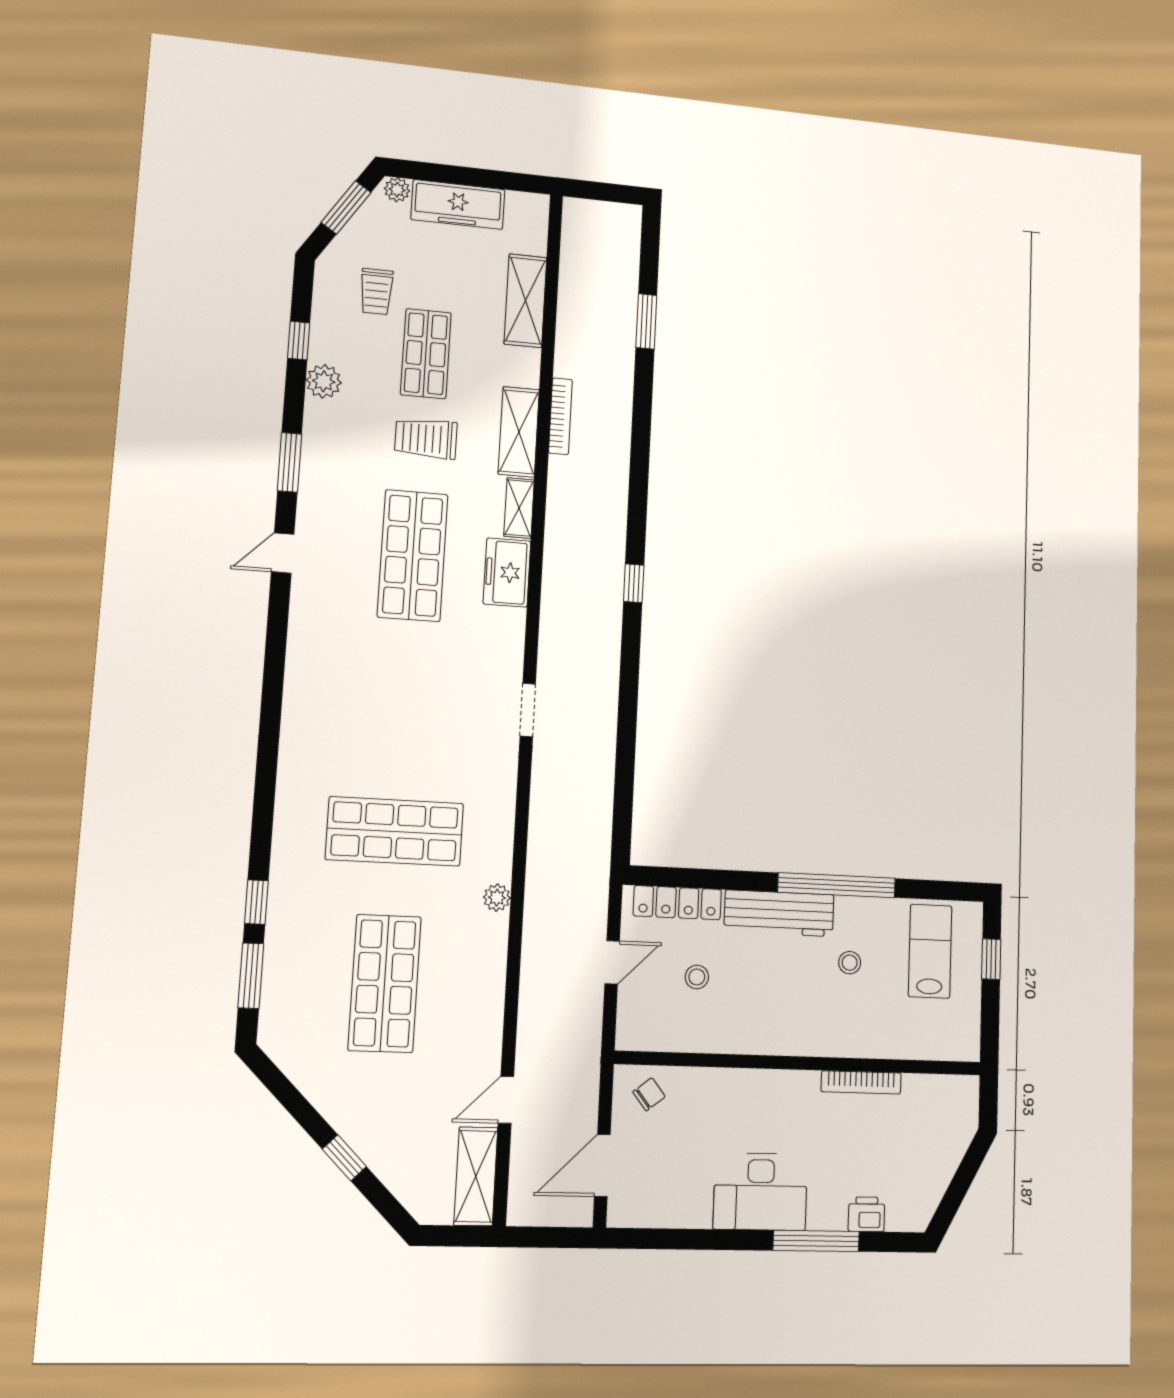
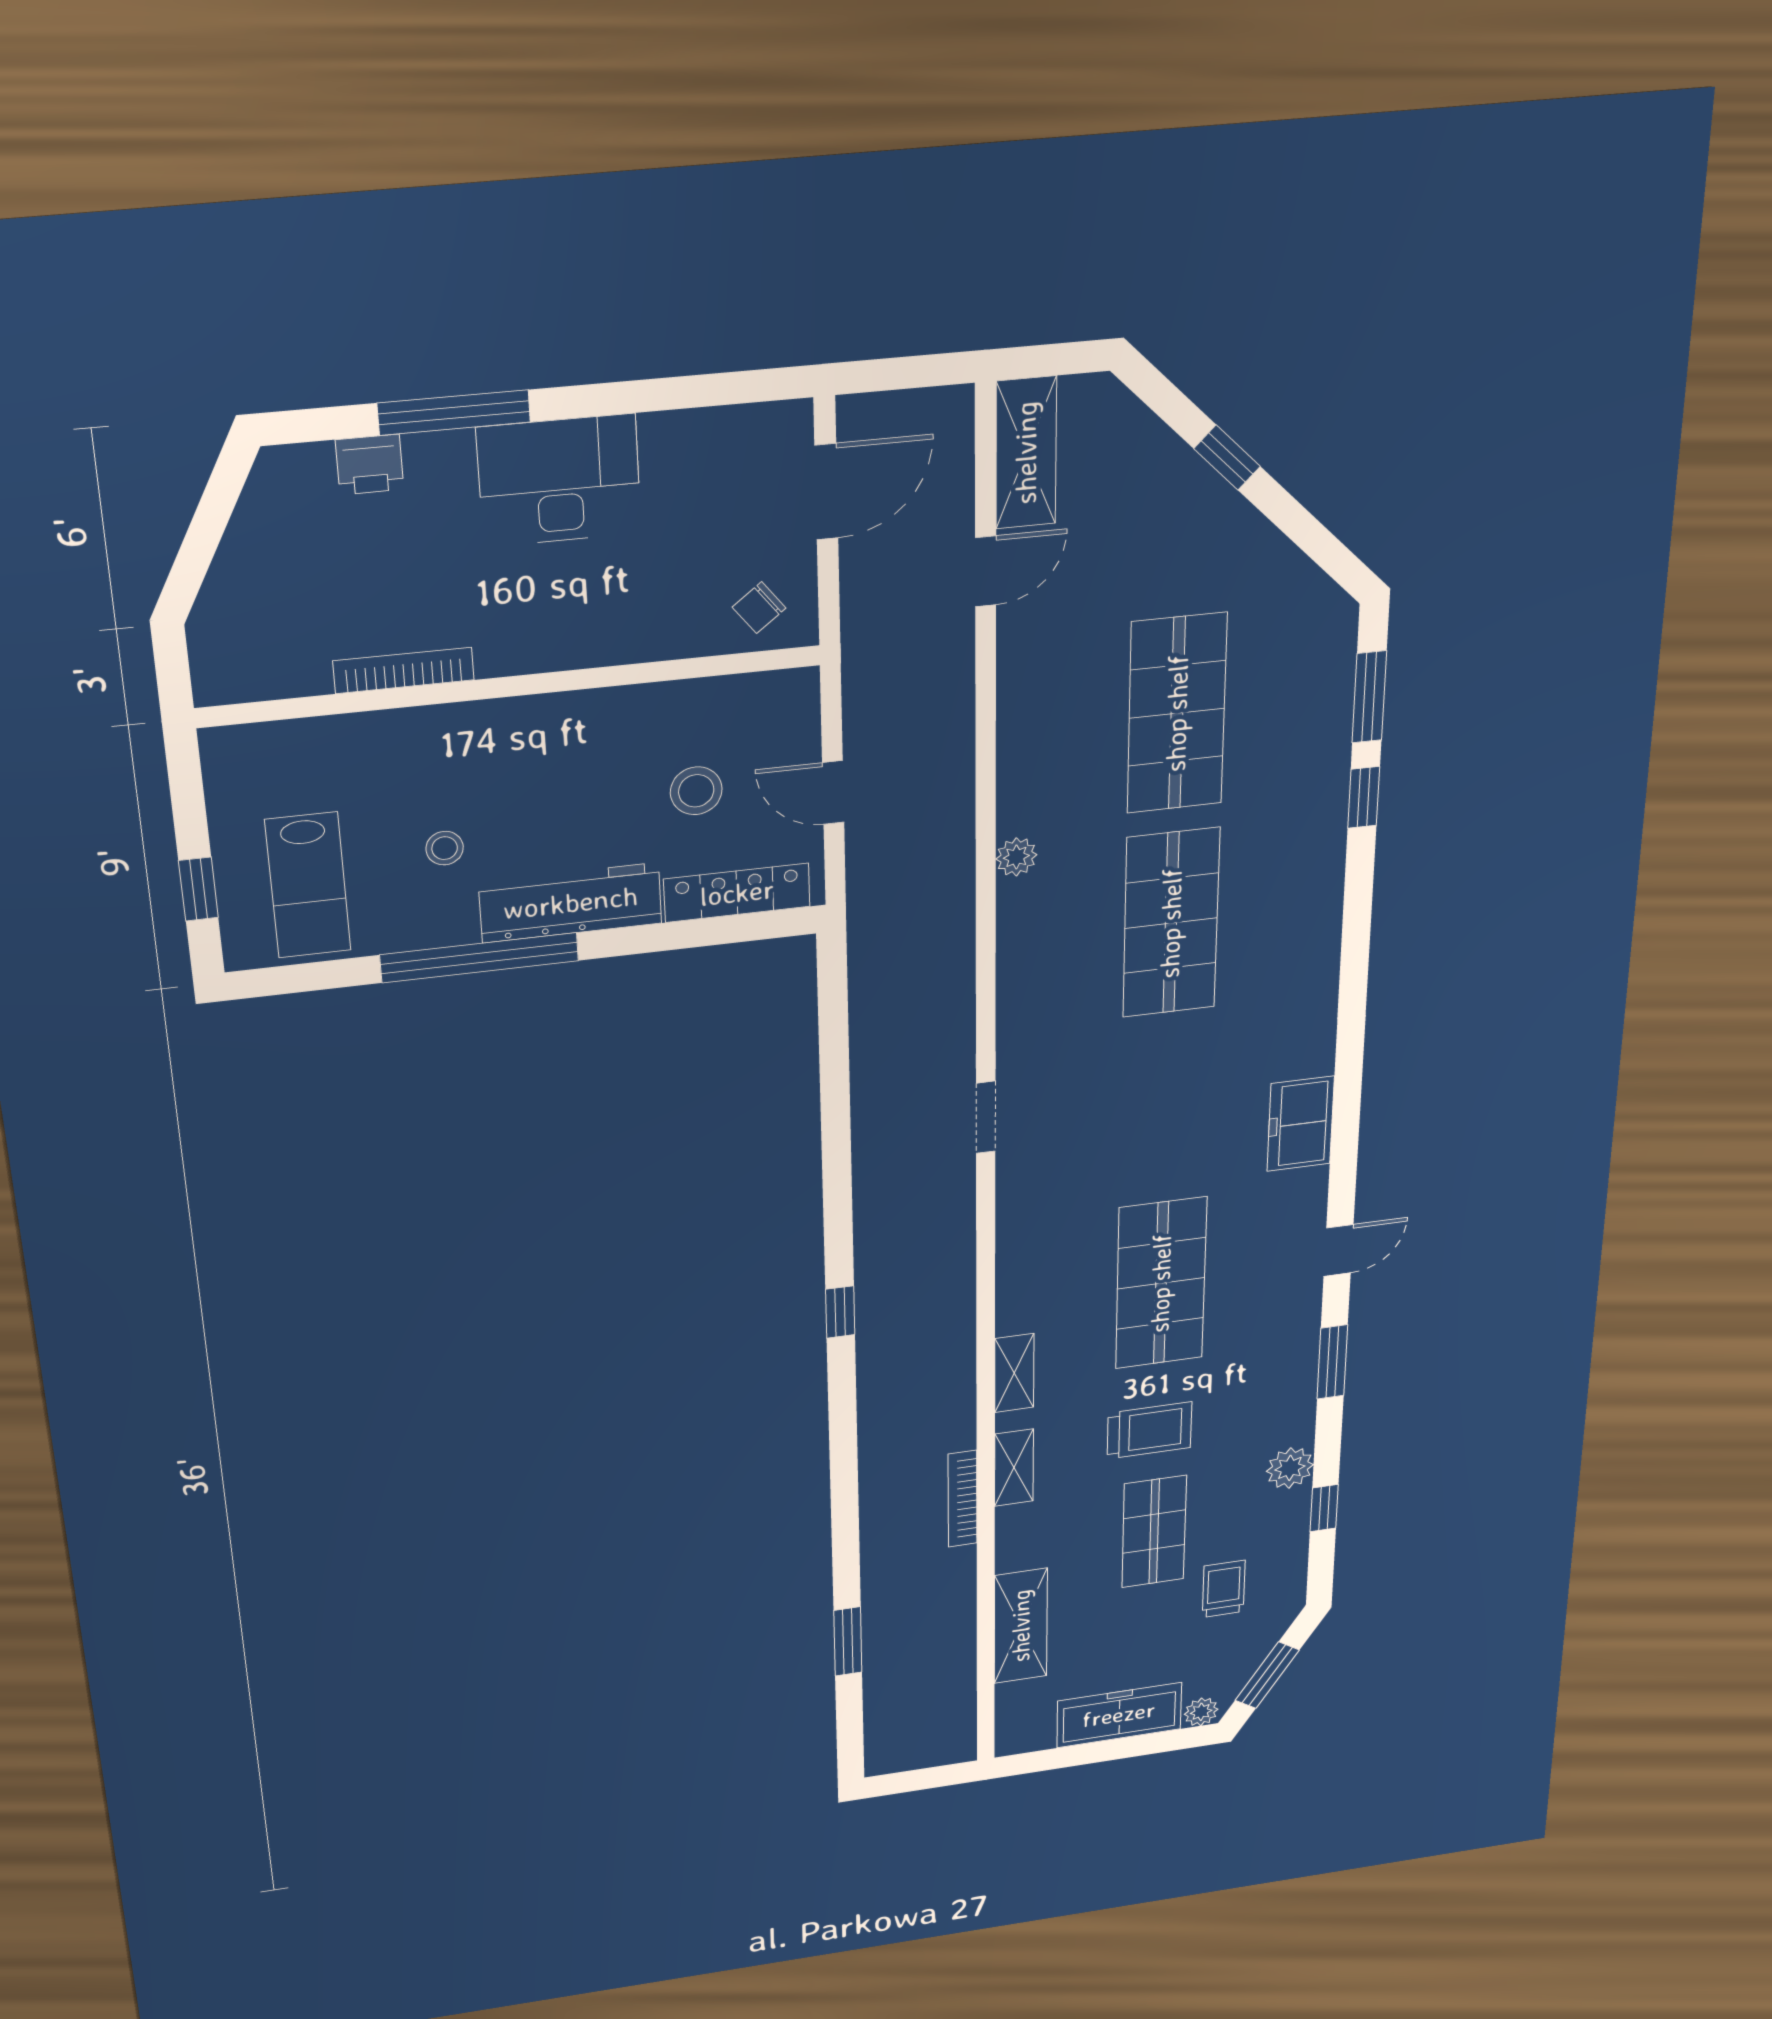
shelving: (519, 432) -> (1014, 1468), width x0.67, depth x0.75
freezer: (507, 572) -> (1301, 1124), moved, turned 180
shop shelf: (395, 831) -> (1171, 923), turned 90
door: (612, 962) -> (833, 792), hinge flipped
stool: (697, 977) -> (696, 791), width x1.37, depth x1.37

